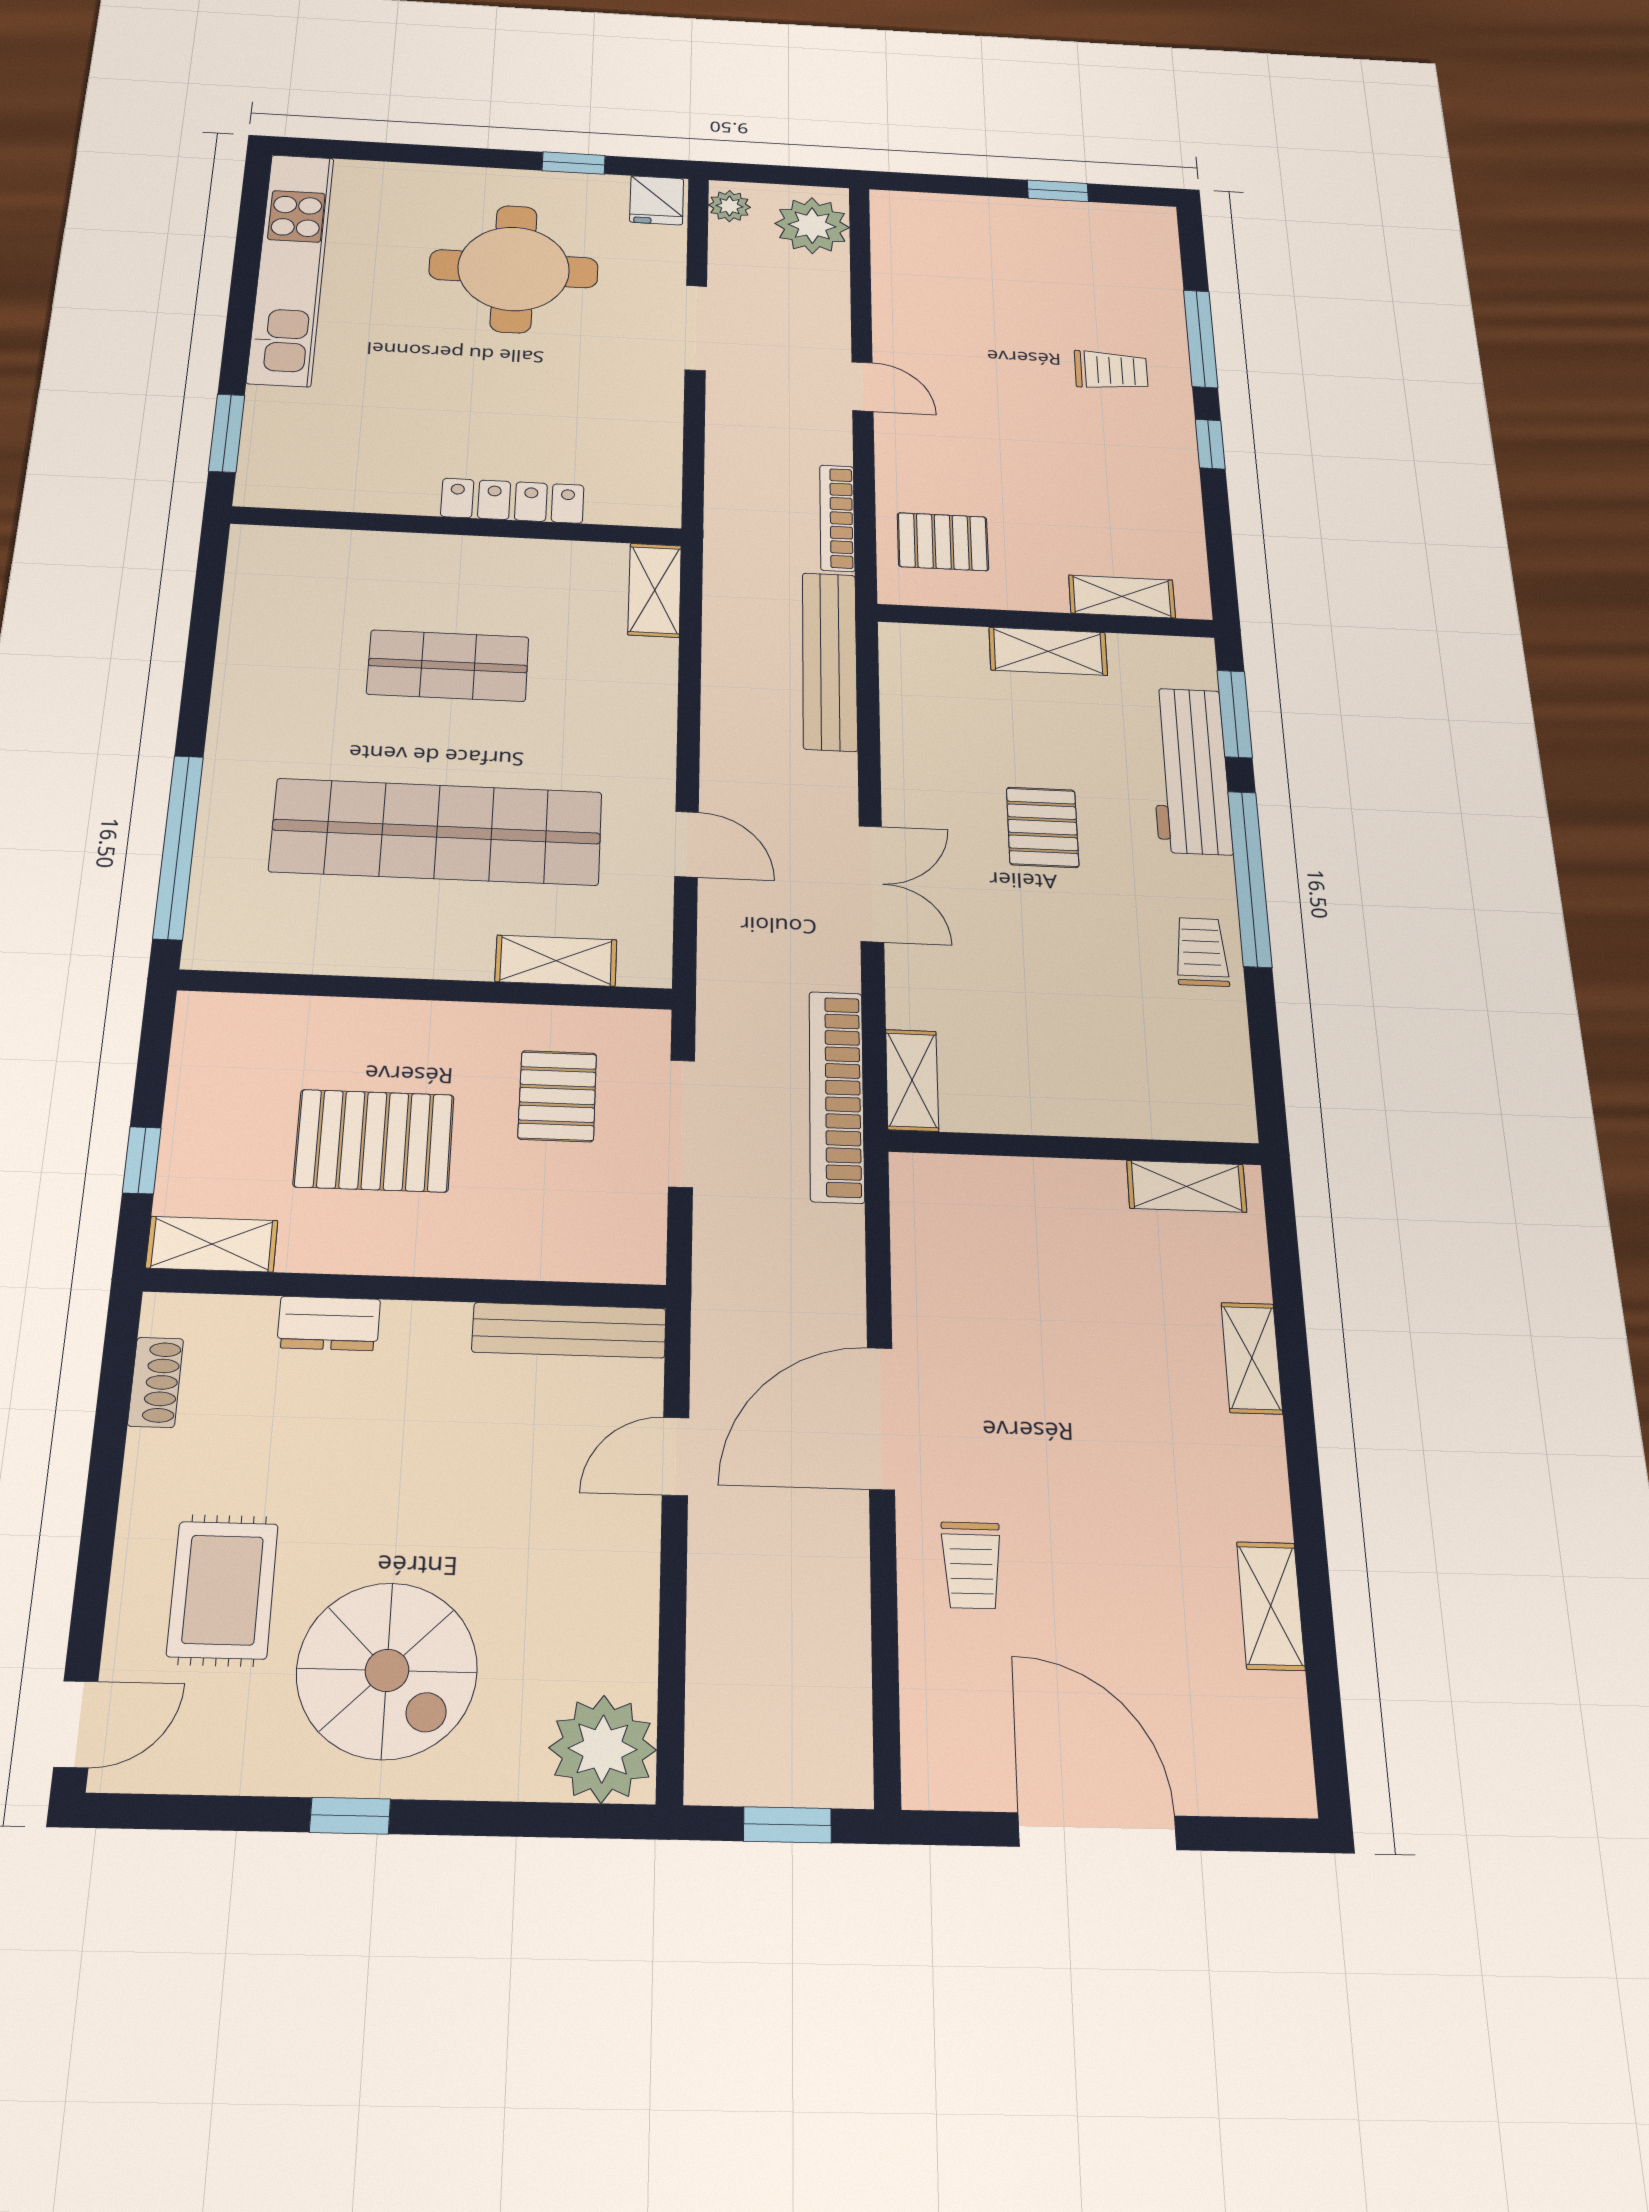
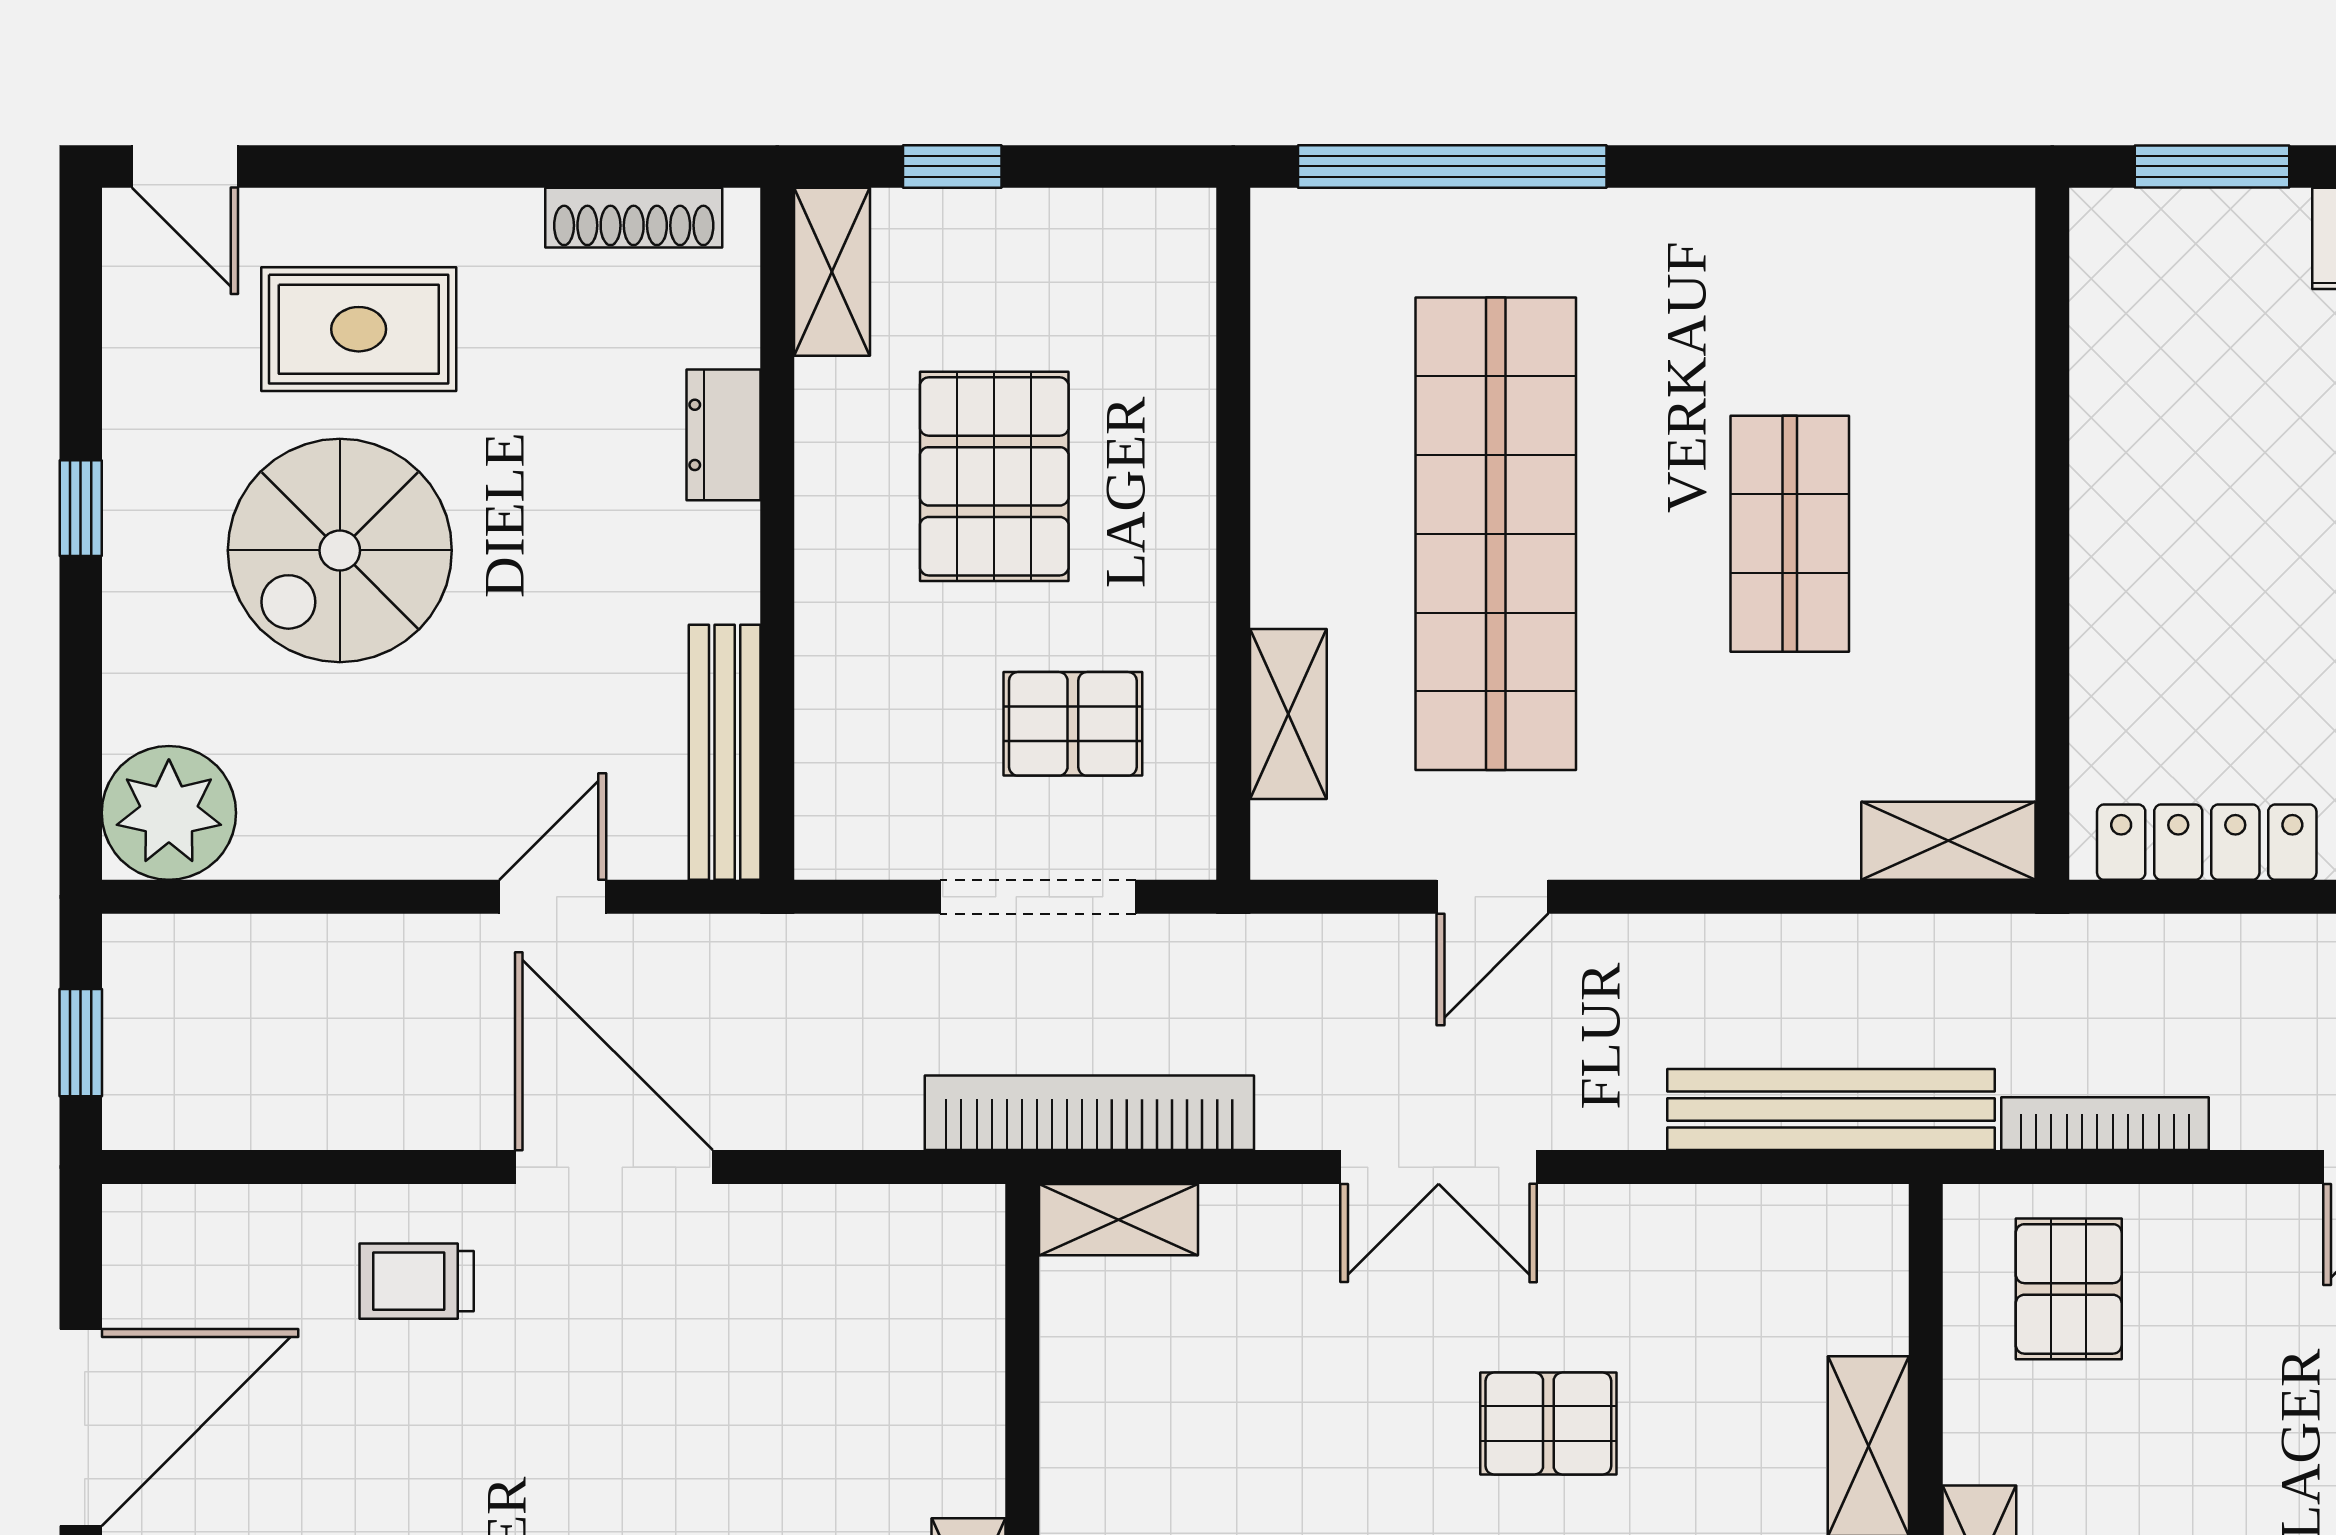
locker: (512, 501) -> (2207, 842), moved, turned -90
shoe rack: (156, 1382) -> (634, 218), width x1.43
door: (676, 1456) -> (553, 897), hinge flipped
spiral stairs: (387, 1670) -> (340, 550), moved

